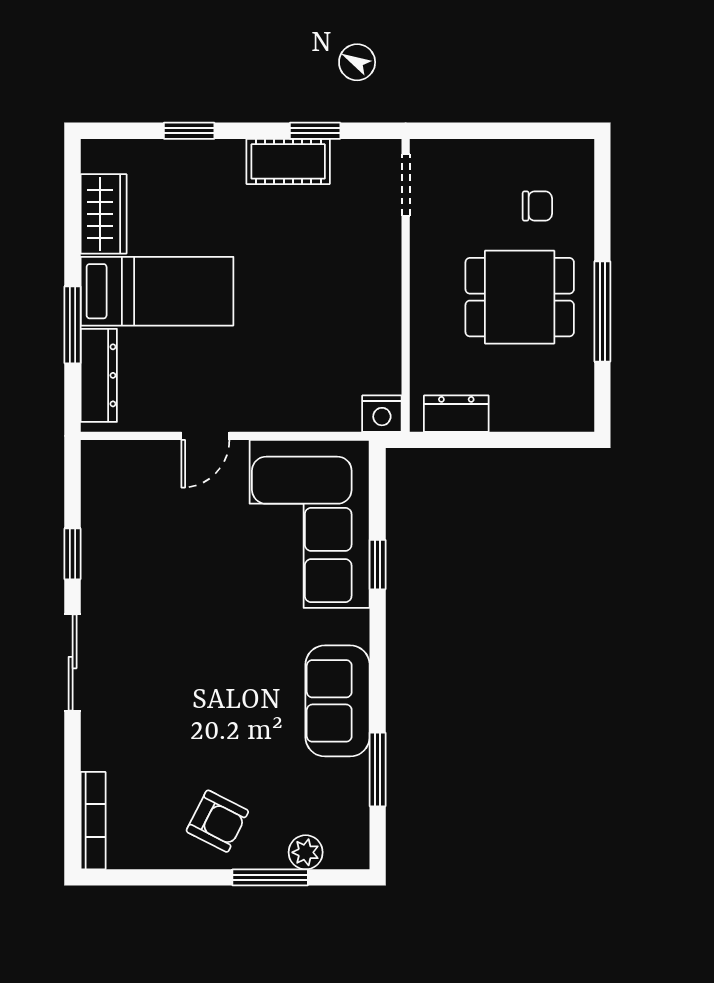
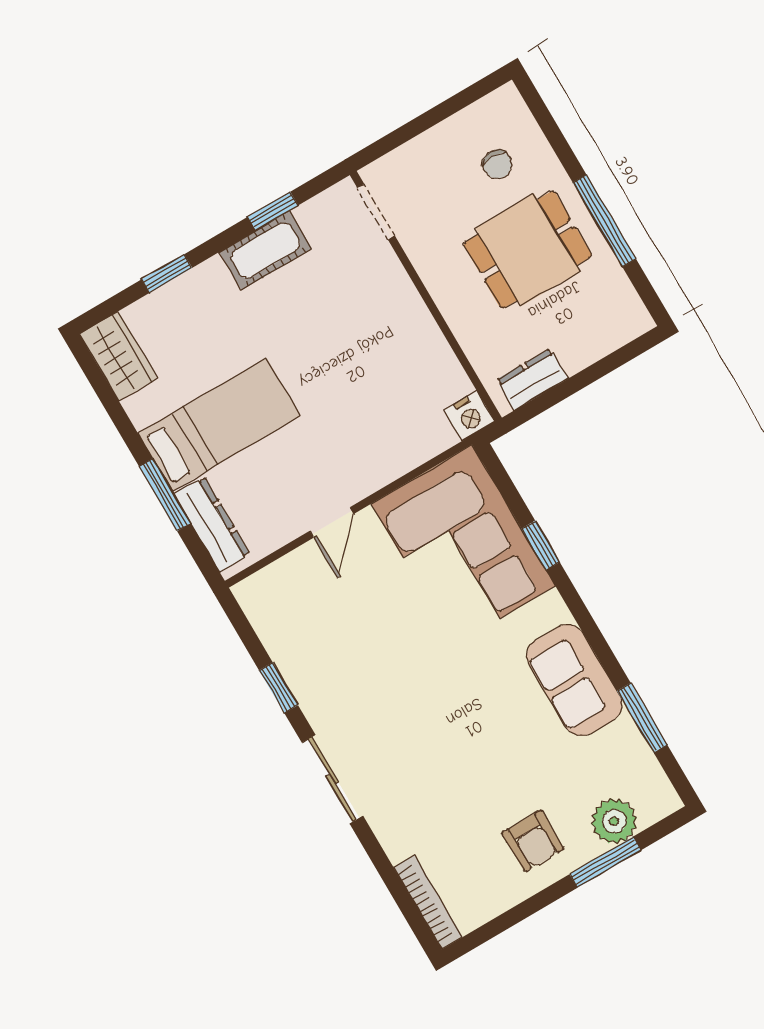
chair: (537, 206) -> (497, 164), turned 90
wardrobe: (104, 214) -> (118, 356), moved
armchair: (217, 821) -> (533, 841), turned 63
plant: (306, 852) -> (614, 821), width x1.38, depth x1.38

